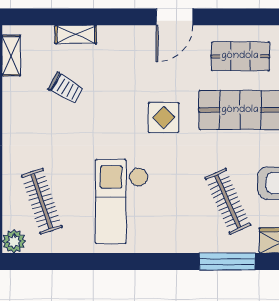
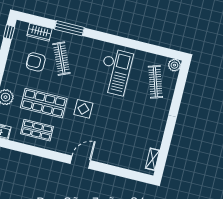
door: (174, 17) -> (80, 162), moved
shelving: (76, 34) -> (117, 162), removed
trolley: (66, 88) -> (129, 136), removed

